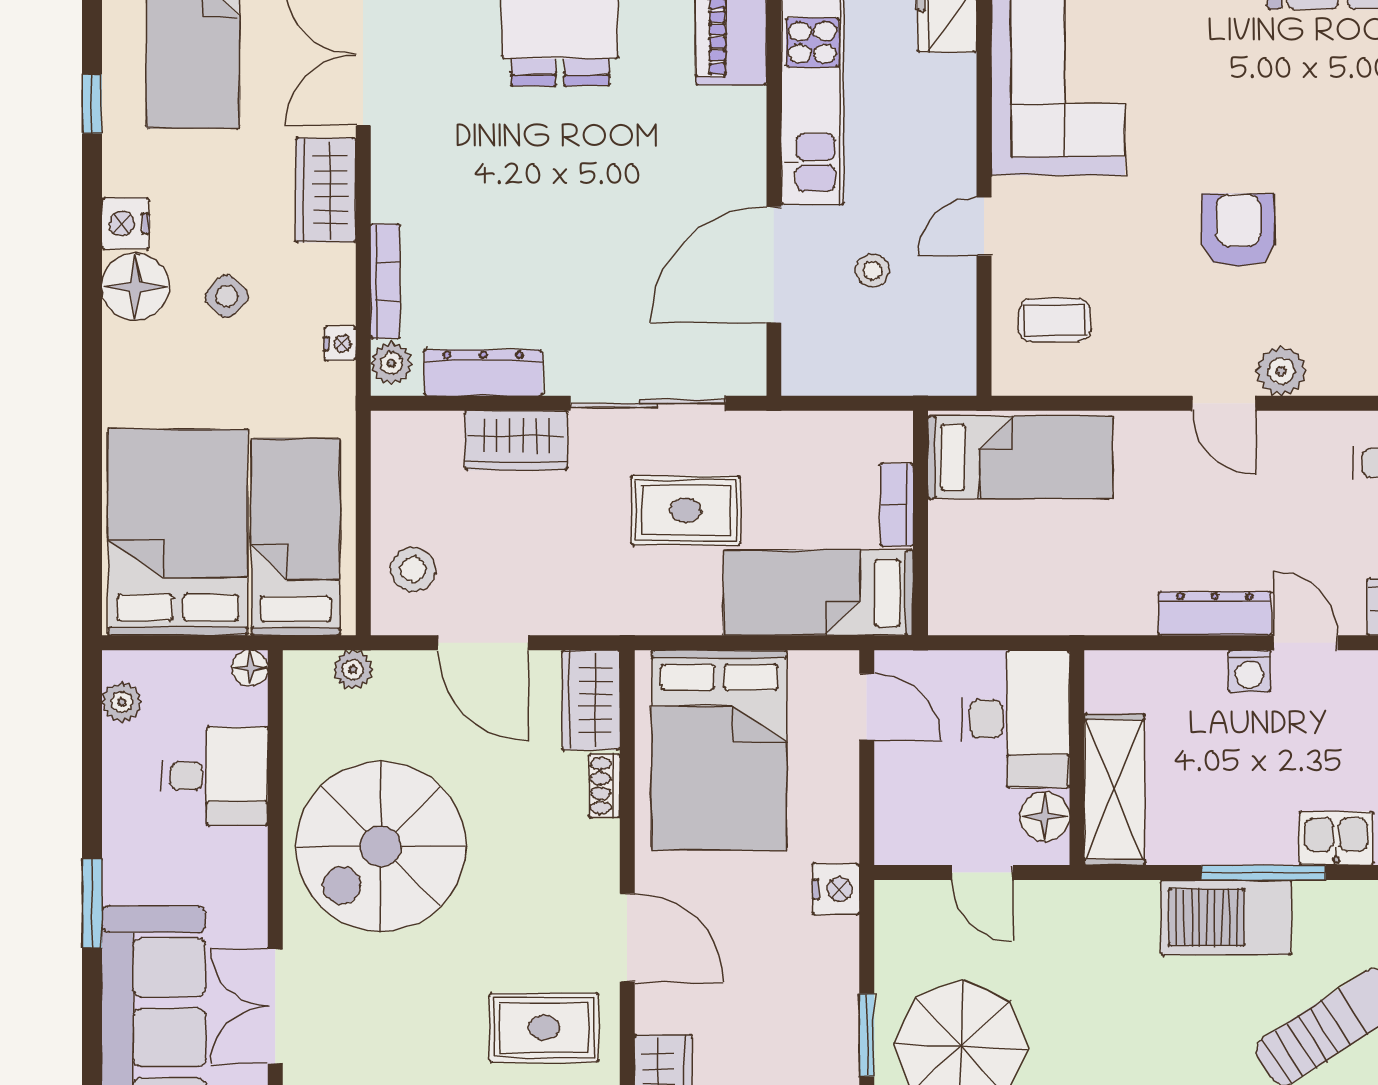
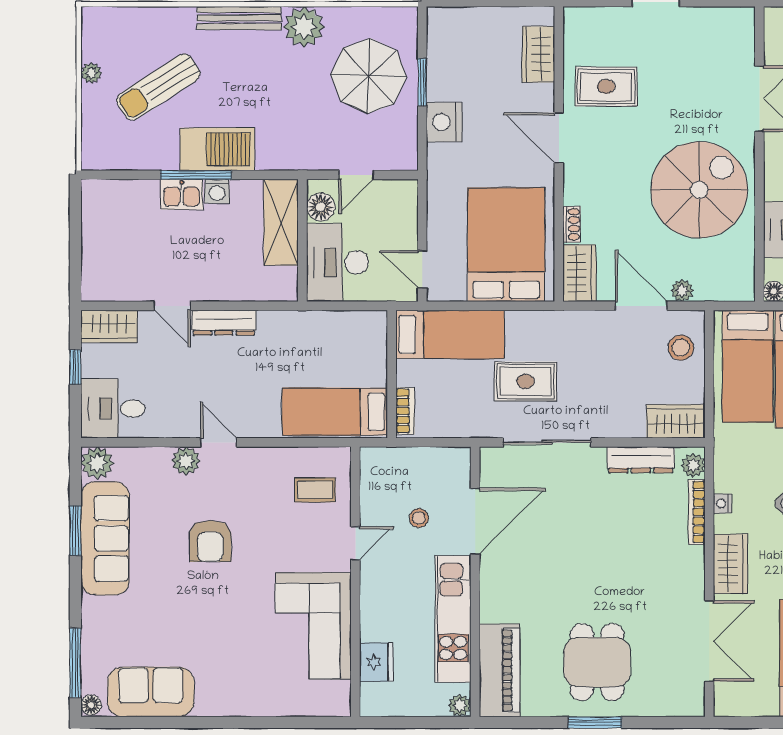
nightstand: (340, 343) -> (722, 503), moved
wardrobe: (516, 440) -> (676, 421), moved
bookcase: (897, 505) -> (405, 411), moved
plant: (353, 670) -> (682, 291), moved
washing machine: (1250, 671) -> (217, 191), moved, turned 180
kitchen sink: (1336, 838) -> (182, 194), moved
door: (982, 873) -> (356, 175), swing flipped
nightstand: (836, 889) -> (444, 122), moved, width x1.36, depth x1.33

